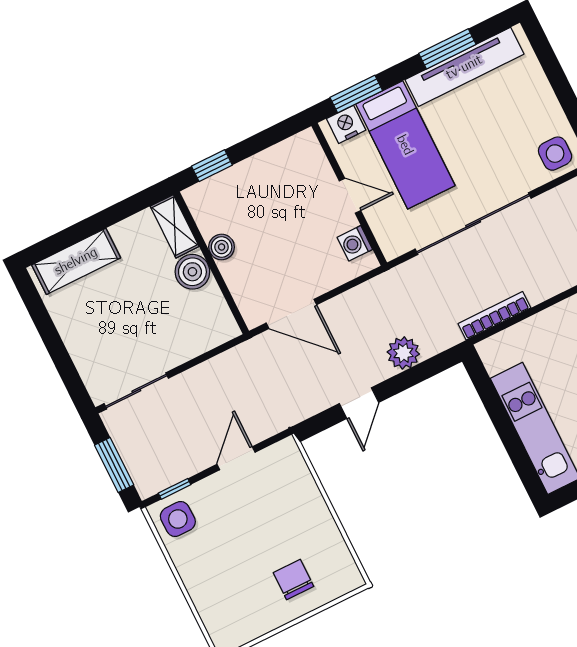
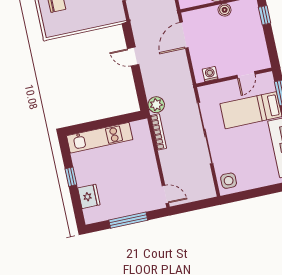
nightstand: (346, 124) -> (268, 84), removed
door: (350, 196) -> (246, 75), moved
plant: (403, 353) -> (156, 105), moved

